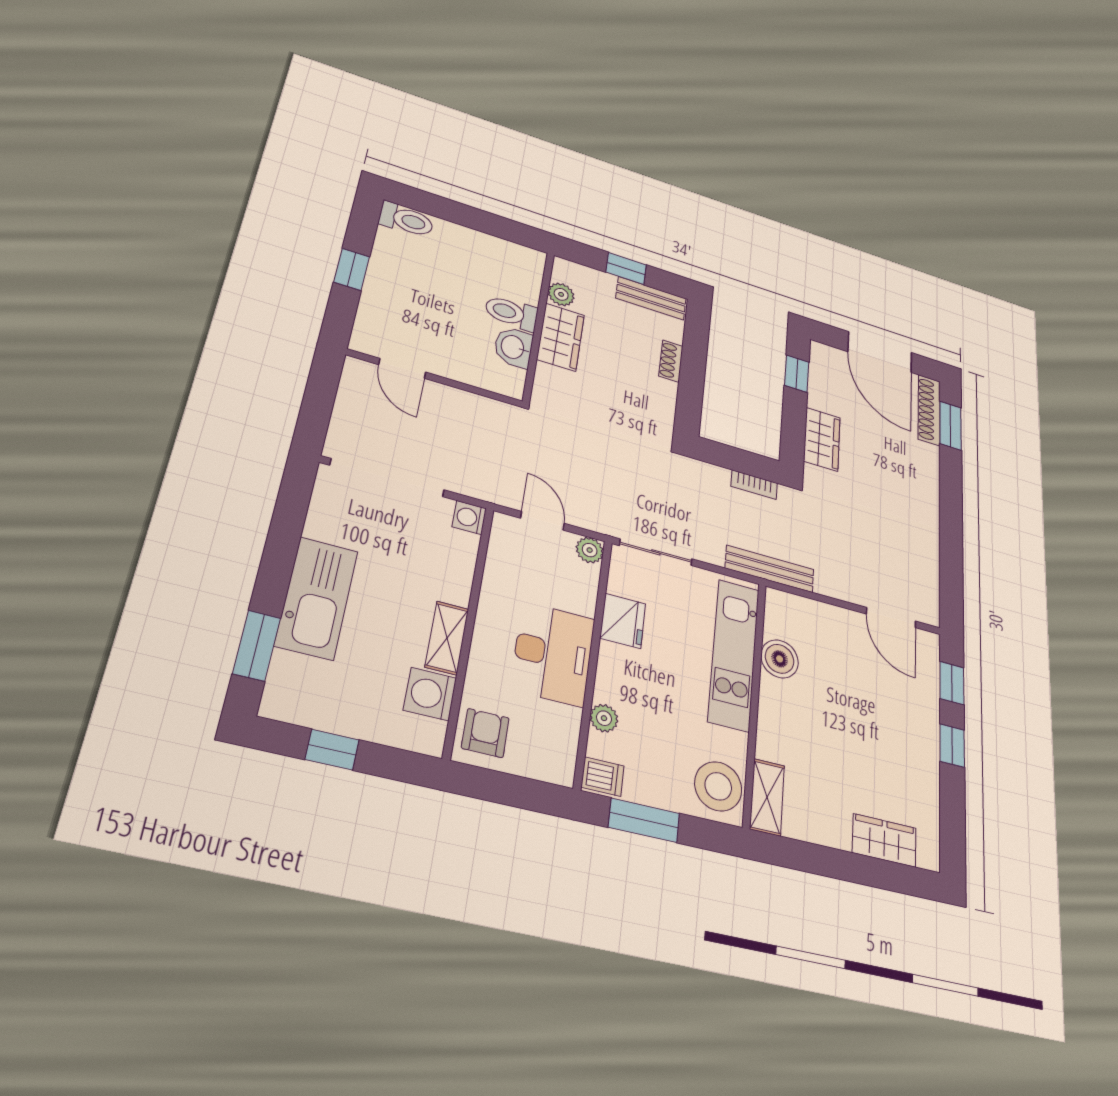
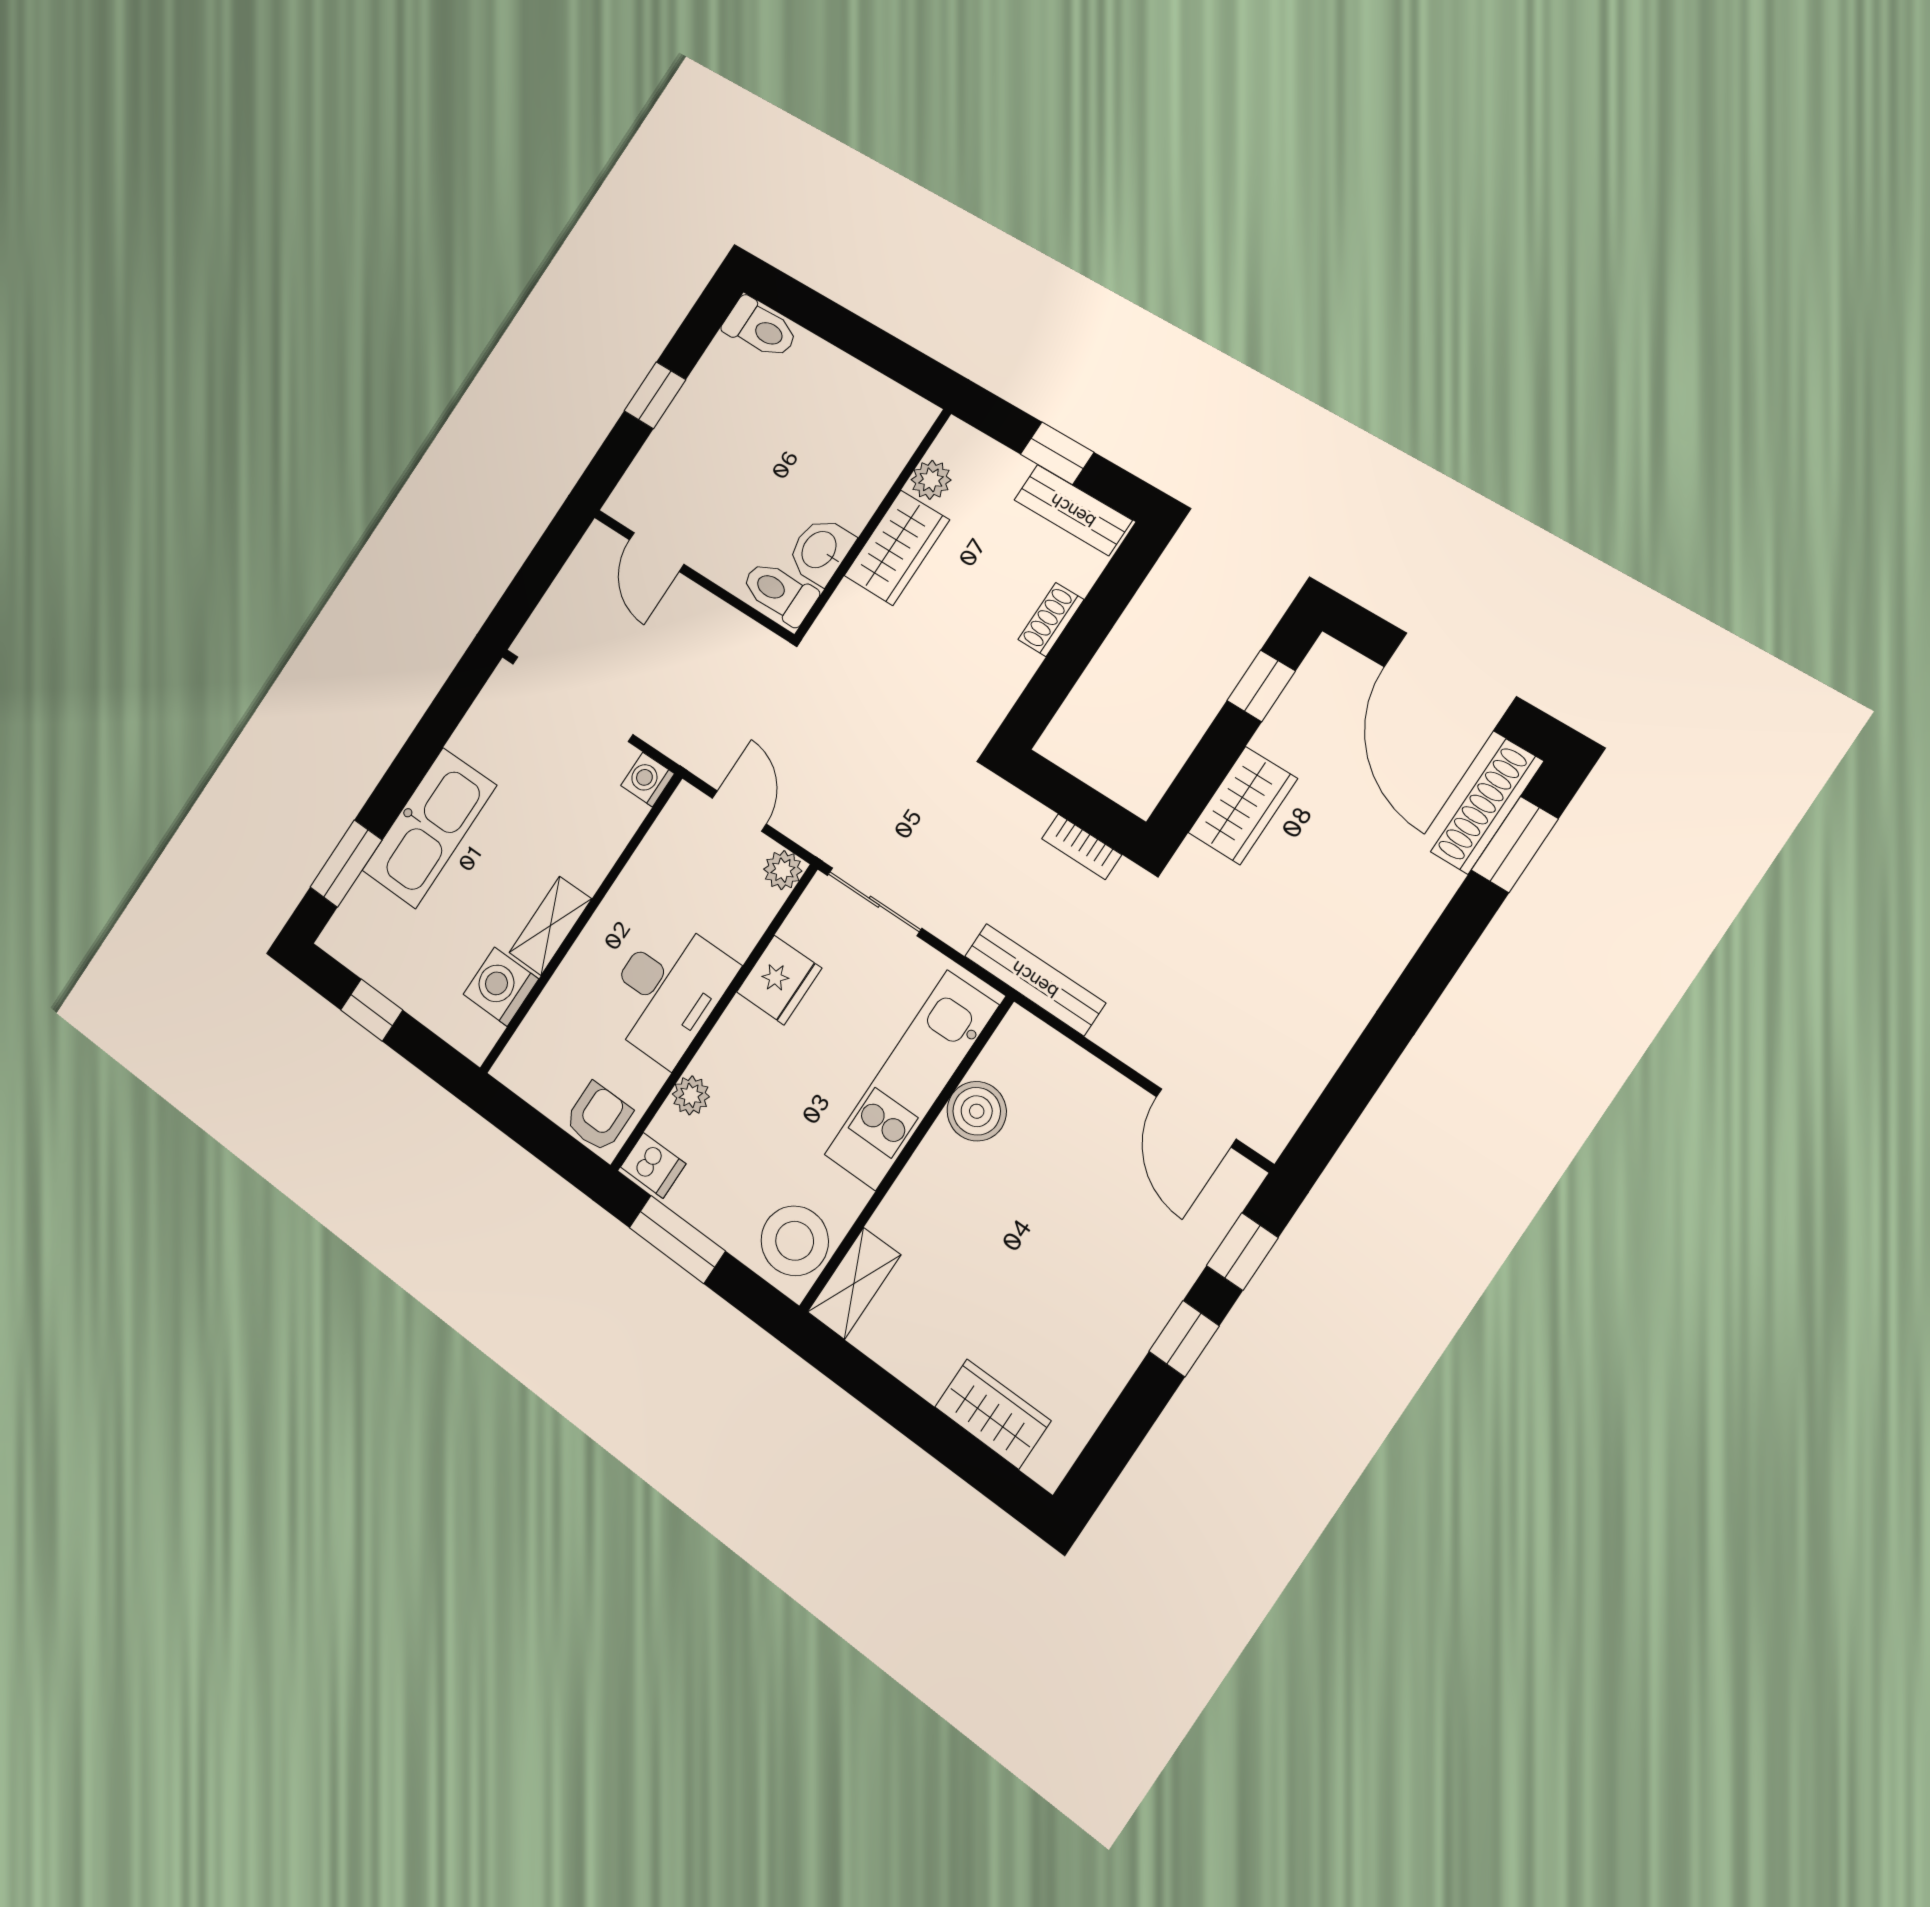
toilet: (511, 313) -> (779, 592), moved
armchair: (485, 733) -> (598, 1117), moved

